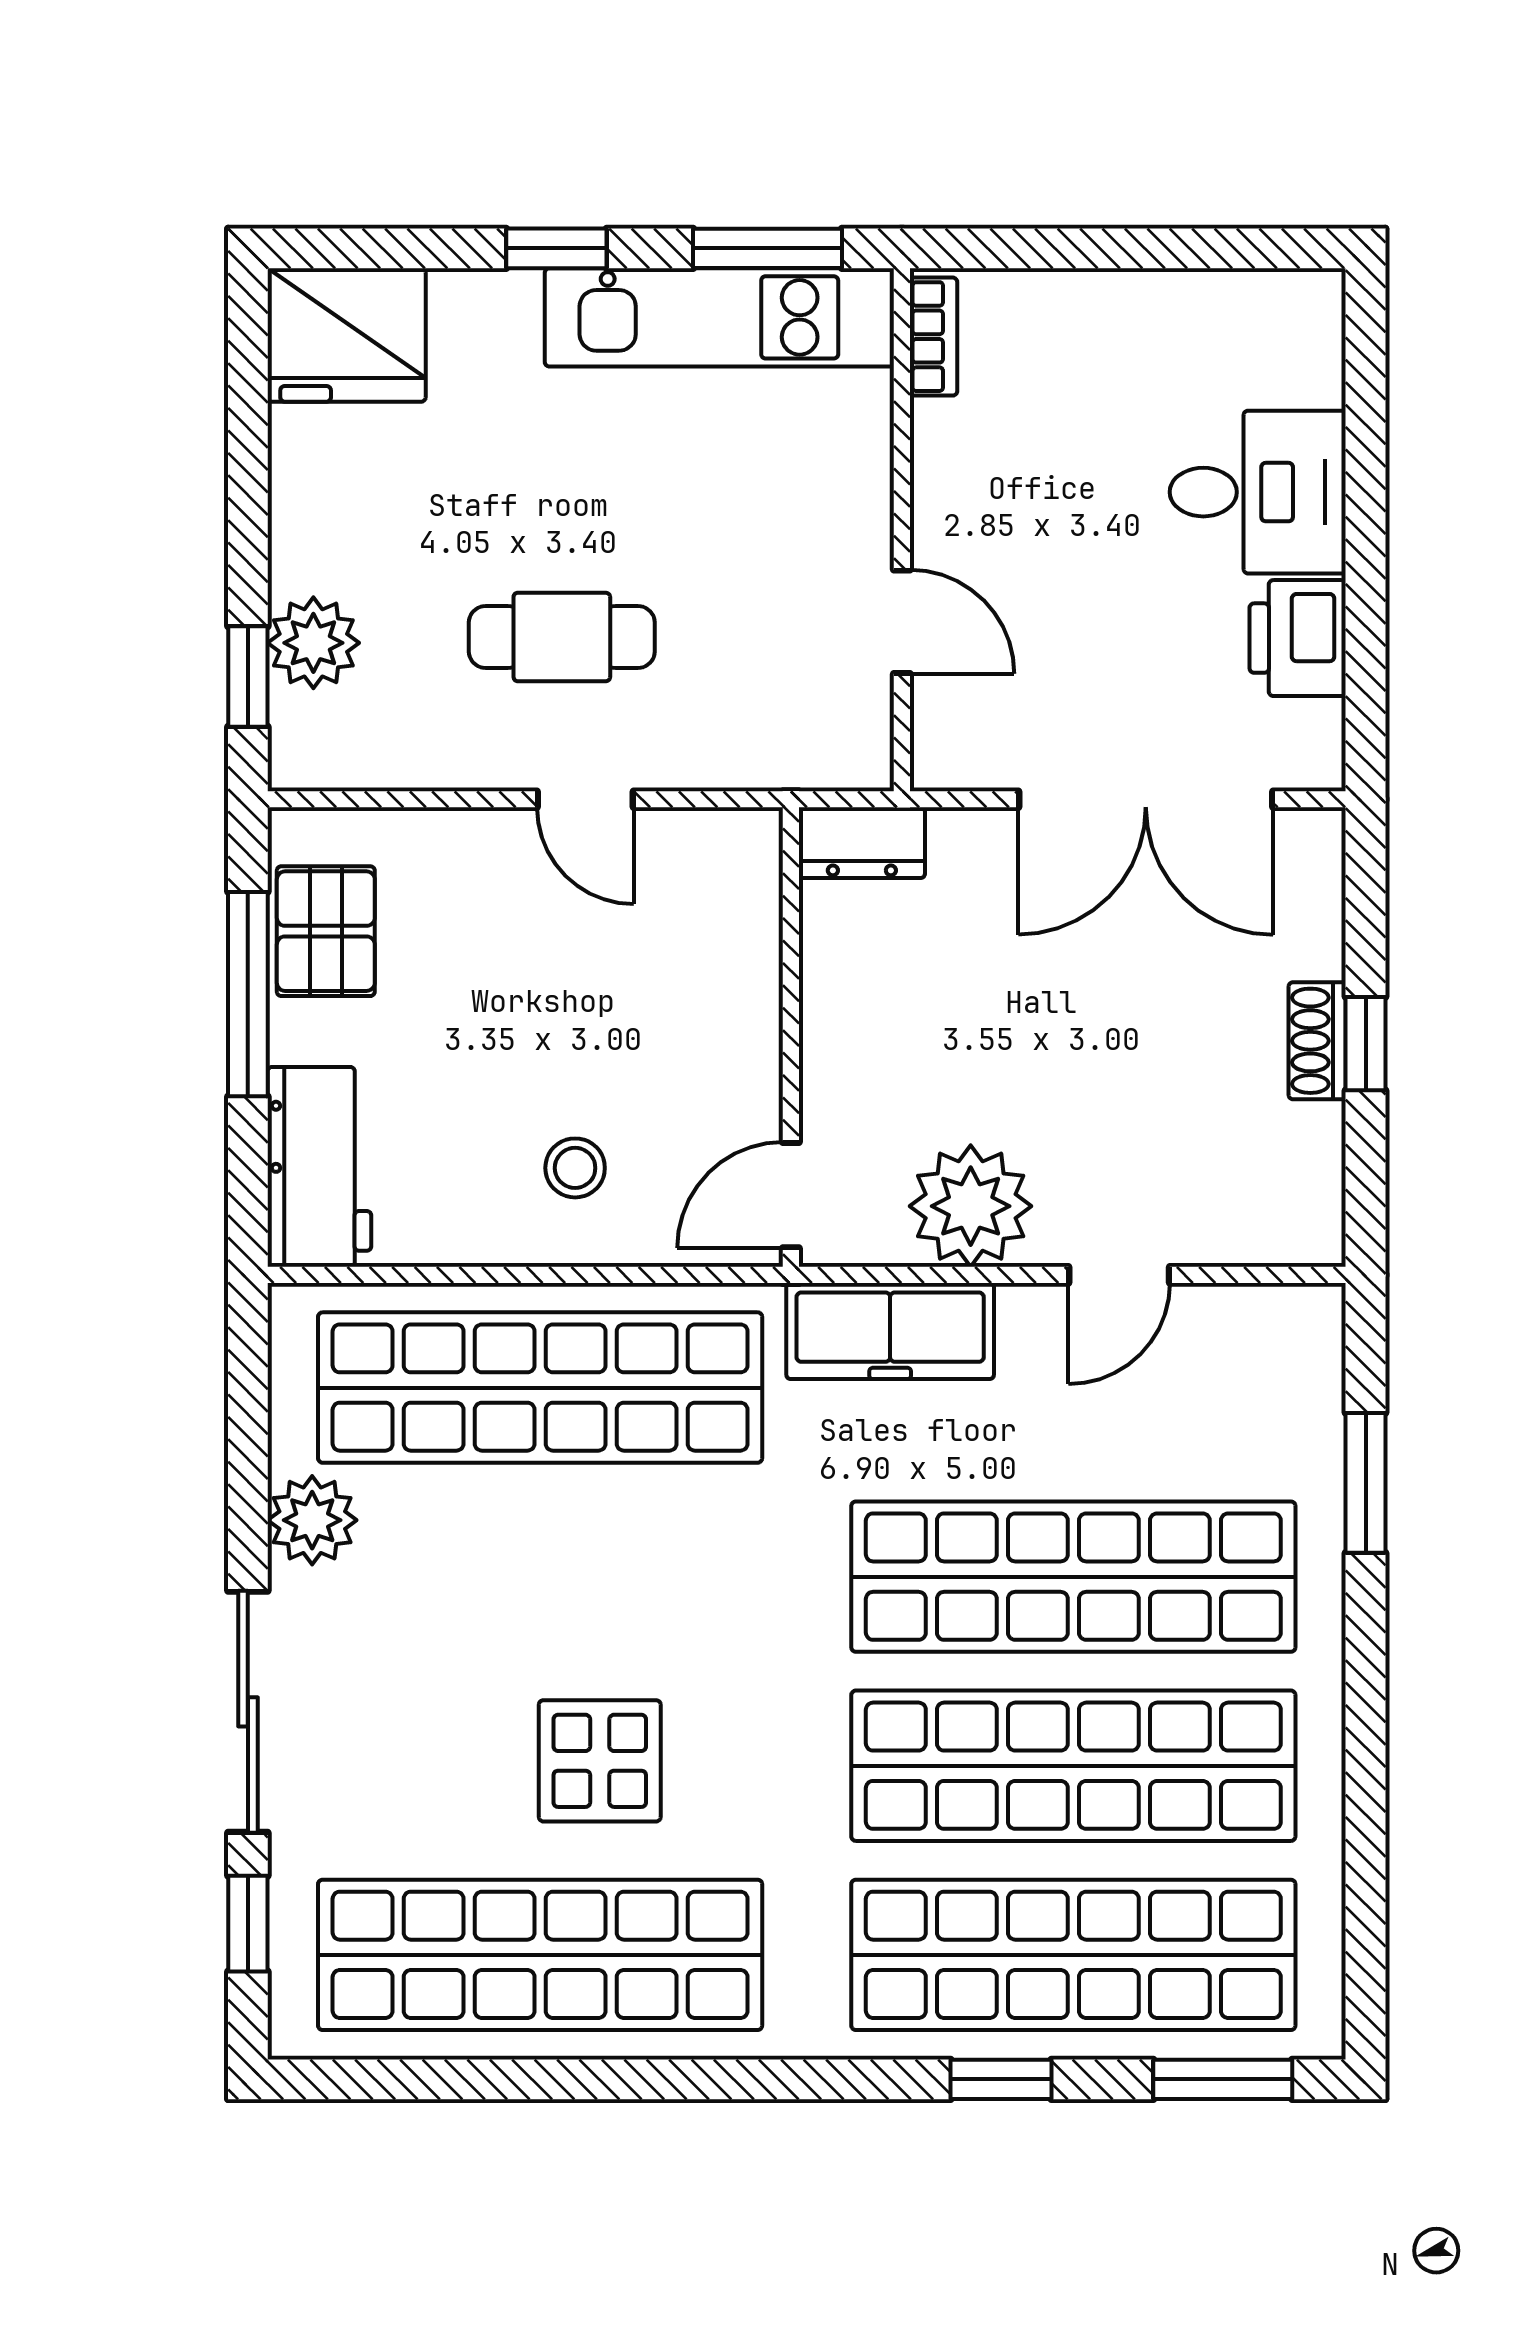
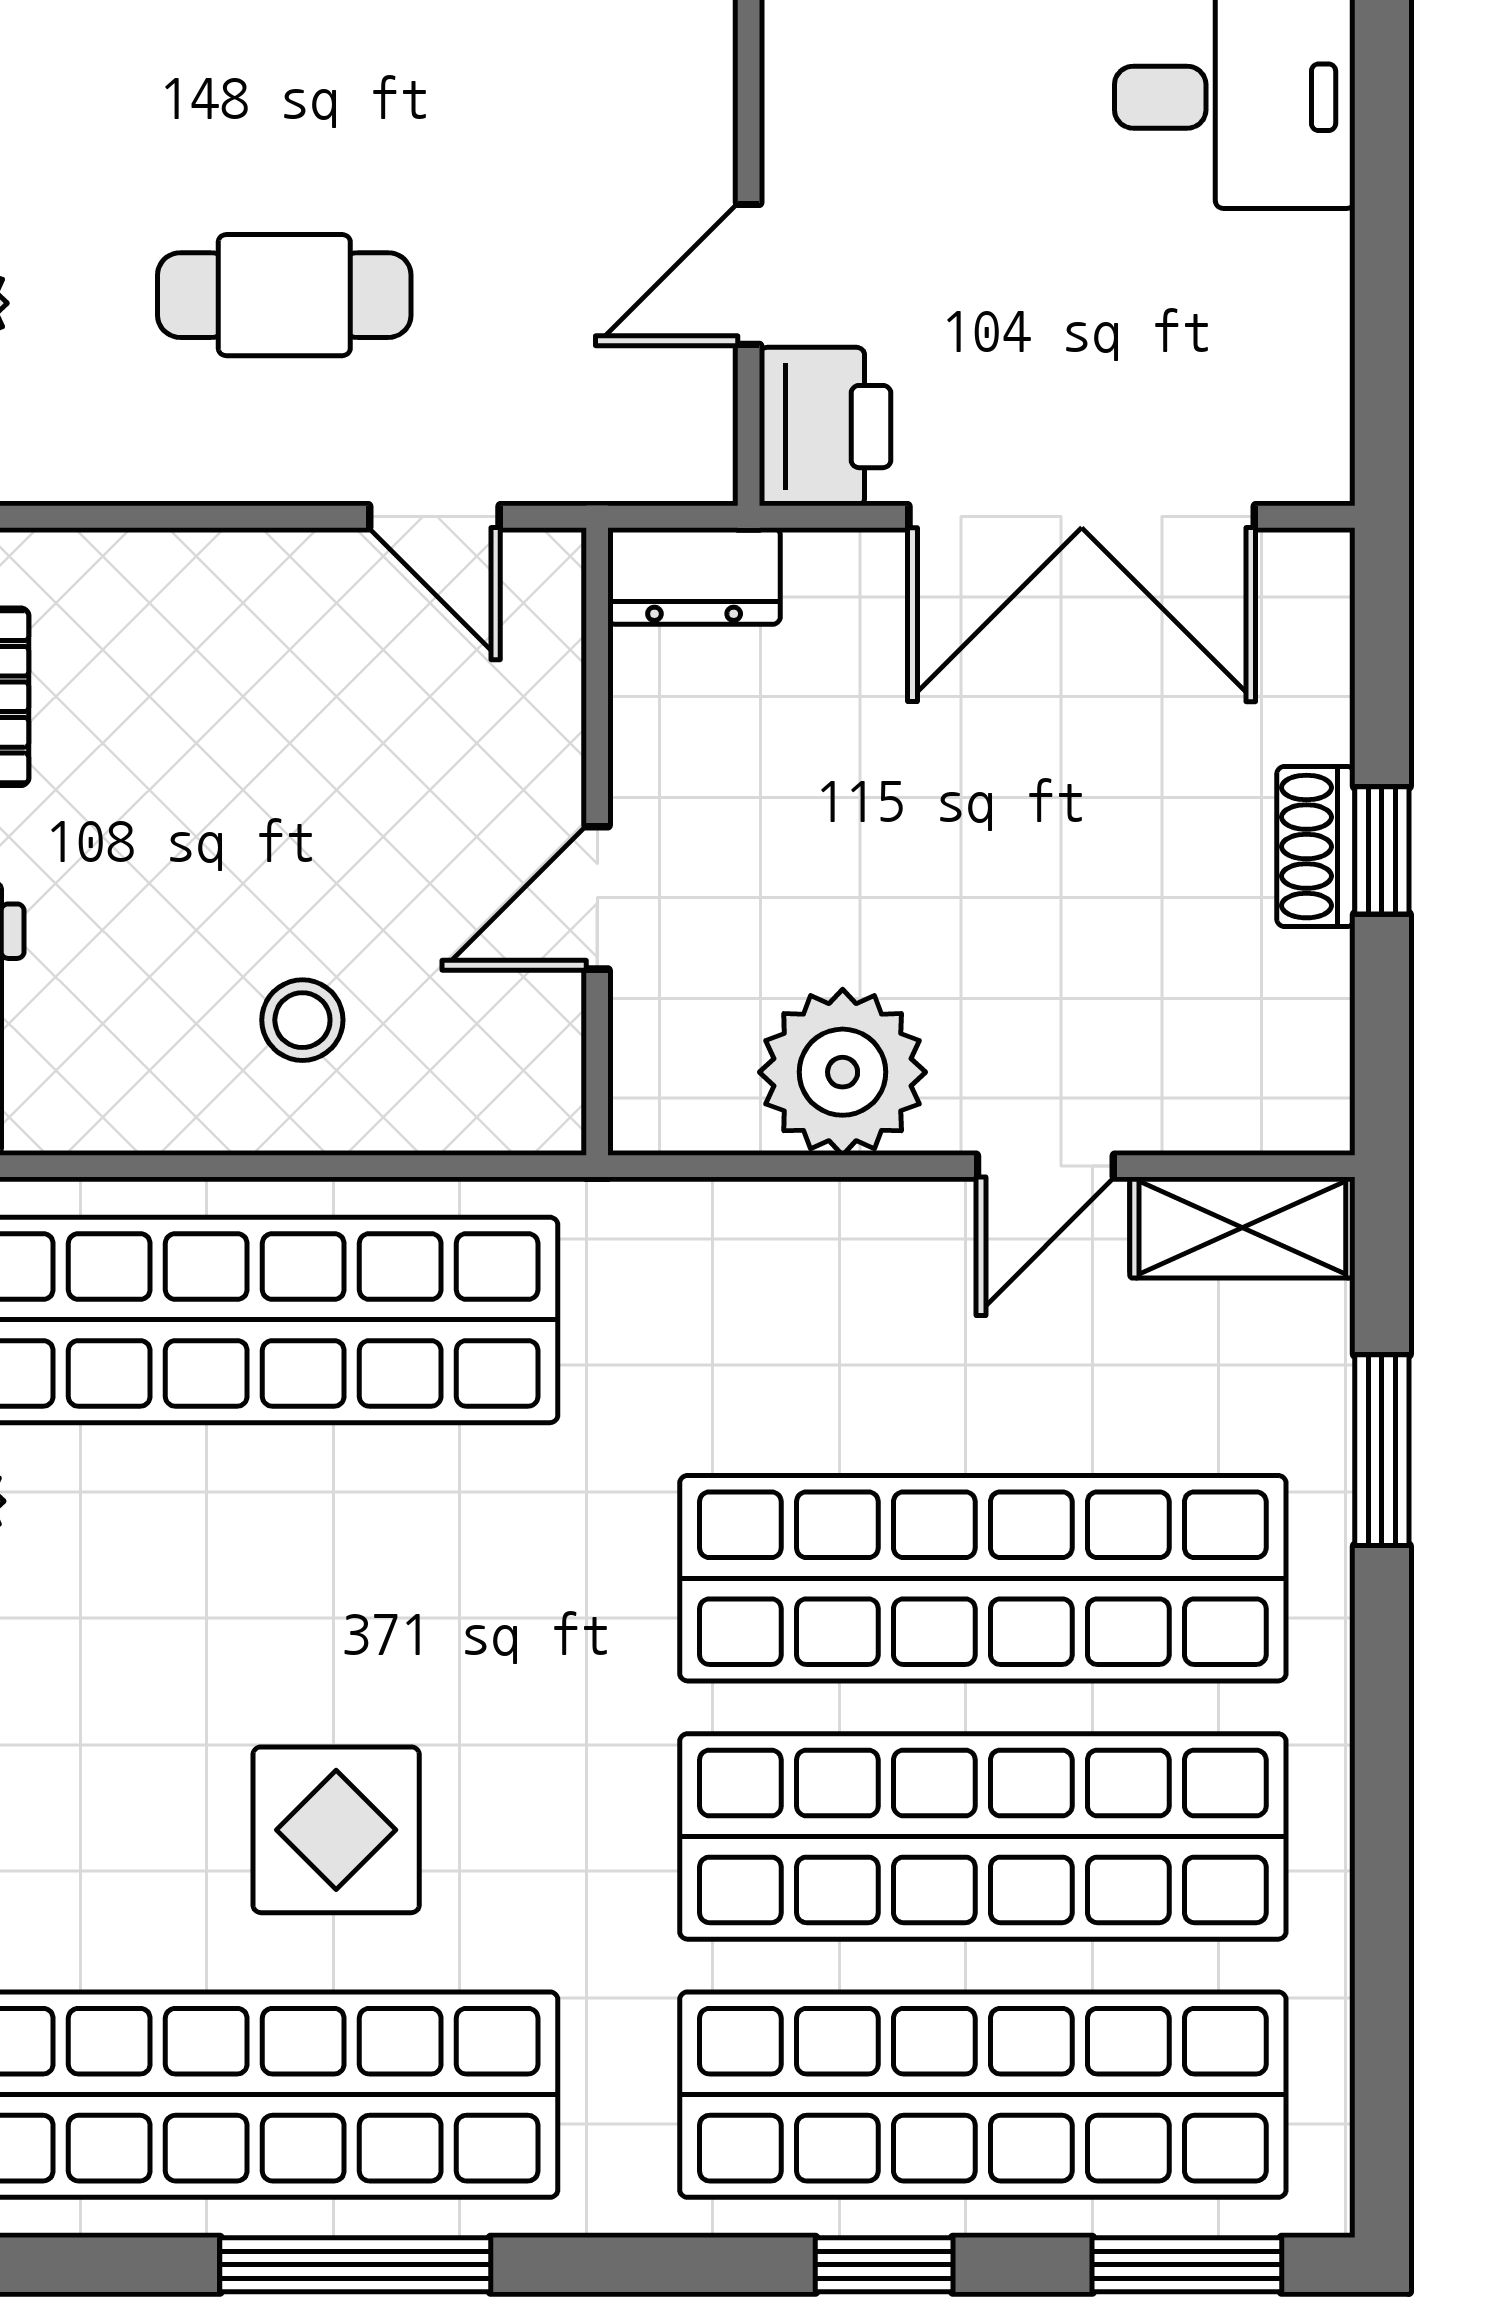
door: (902, 622) -> (749, 274), swing flipped
printer: (1298, 638) -> (825, 427), moved, turned 180
door: (585, 799) -> (434, 517), moved
door: (791, 1195) -> (597, 898), moved
shelving: (1263, 1320) -> (1242, 1228), added
freezer: (890, 1331) -> (733, 1243), removed
window: (614, 2079) -> (355, 2265), added

